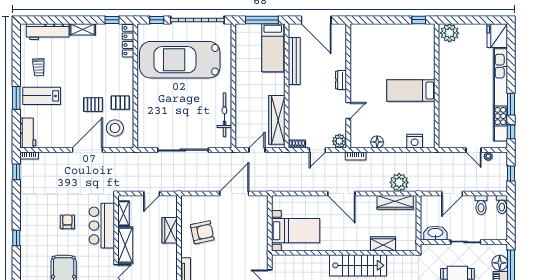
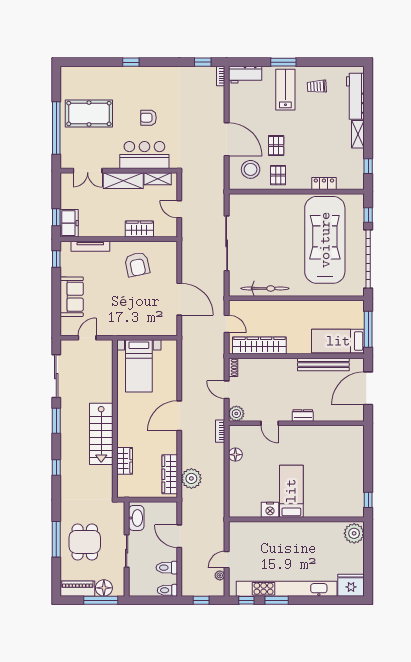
locker: (128, 41) -> (324, 184), moved, width x0.66
nightstand: (415, 141) -> (270, 510), moved, turned -90
armchair: (67, 222) -> (148, 118), turned 180

